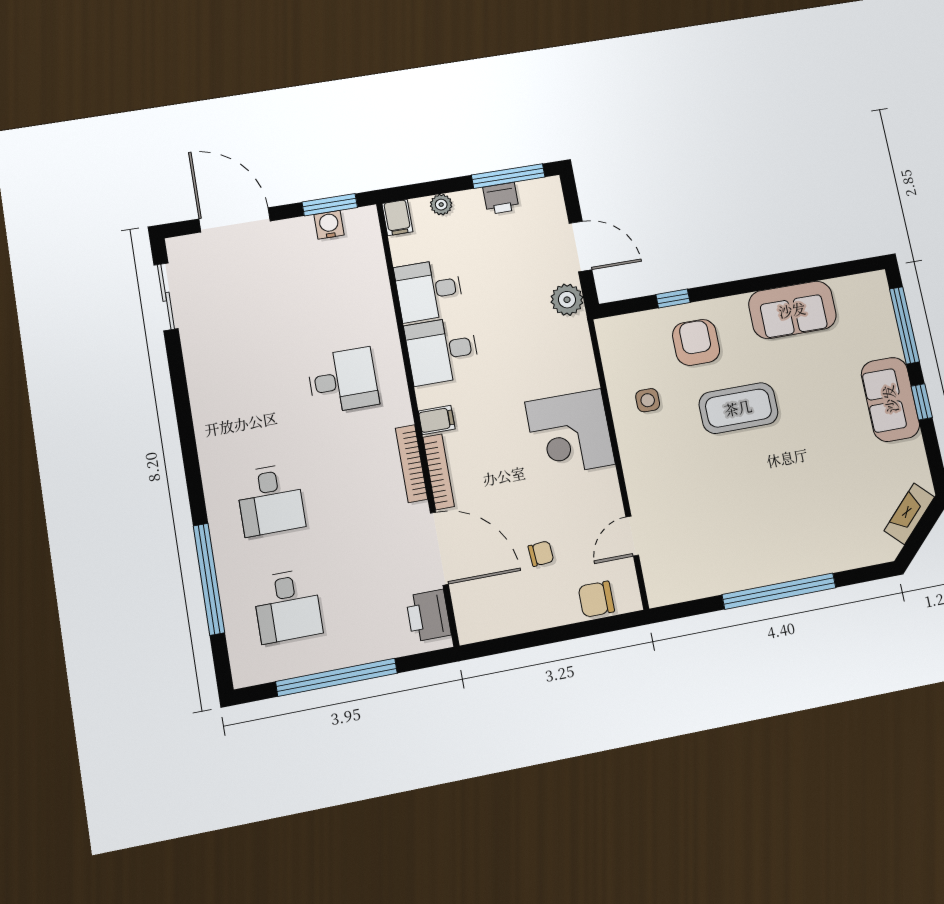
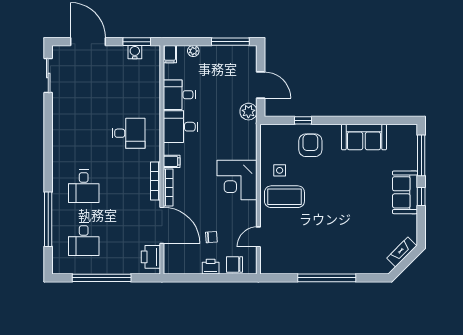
printer: (501, 198) -> (211, 267), moved, turned 180
coffee table: (738, 408) -> (284, 197), moved

